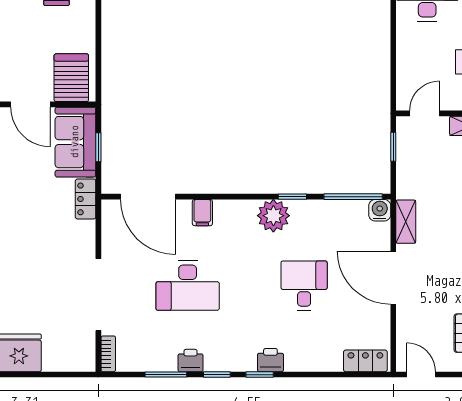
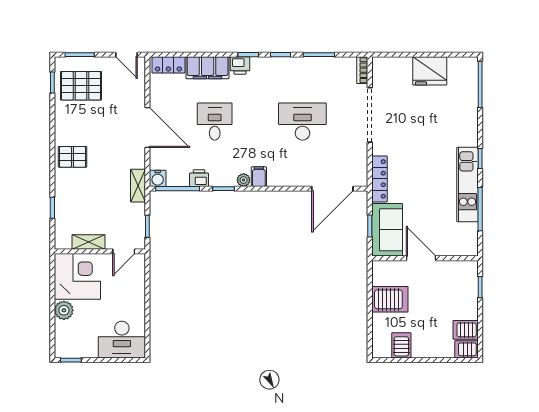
server rack: (71, 78) -> (390, 299), moved, turned -90
door: (148, 197) -> (332, 189), swing flipped
locker: (86, 199) -> (379, 179), width x1.53
filing cabinet: (202, 213) -> (259, 177), moved
plant: (273, 216) -> (244, 180), width x0.53, depth x0.53
shelving: (406, 222) -> (138, 186), moved
desk: (304, 286) -> (215, 122), turned 180
filing cabinet: (314, 357) -> (208, 68), added
printer: (191, 361) -> (199, 178), moved, turned 180

